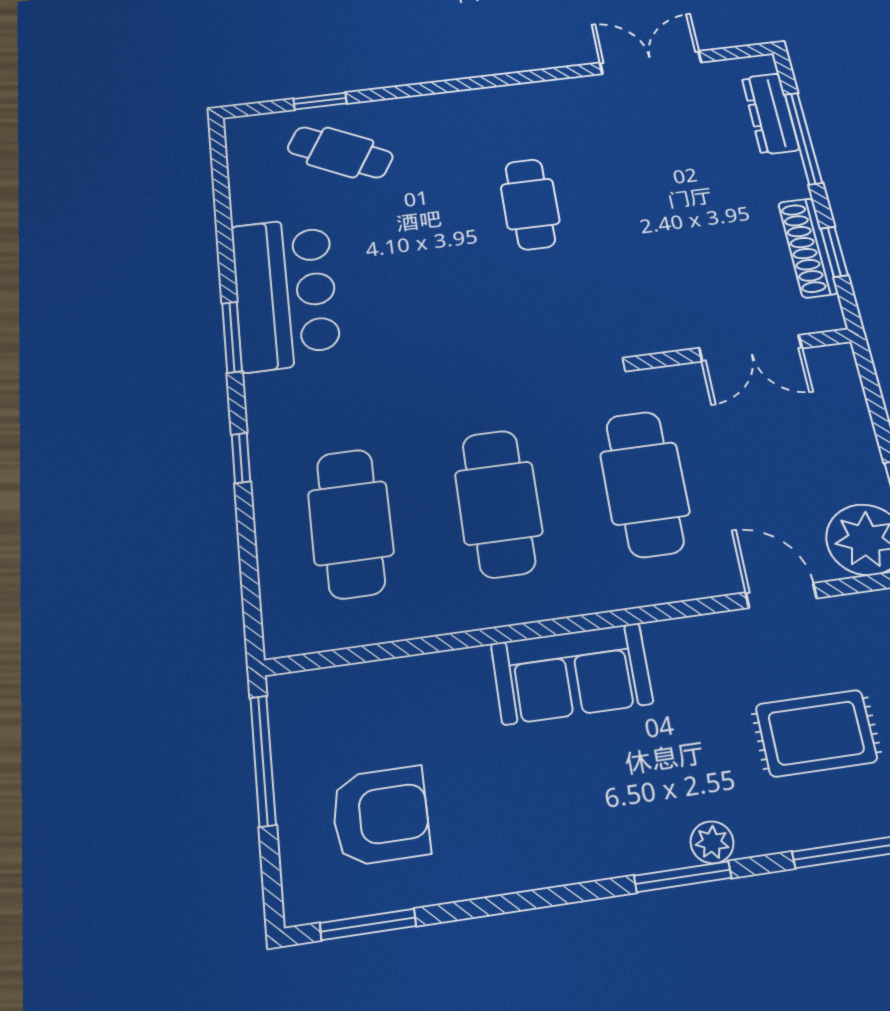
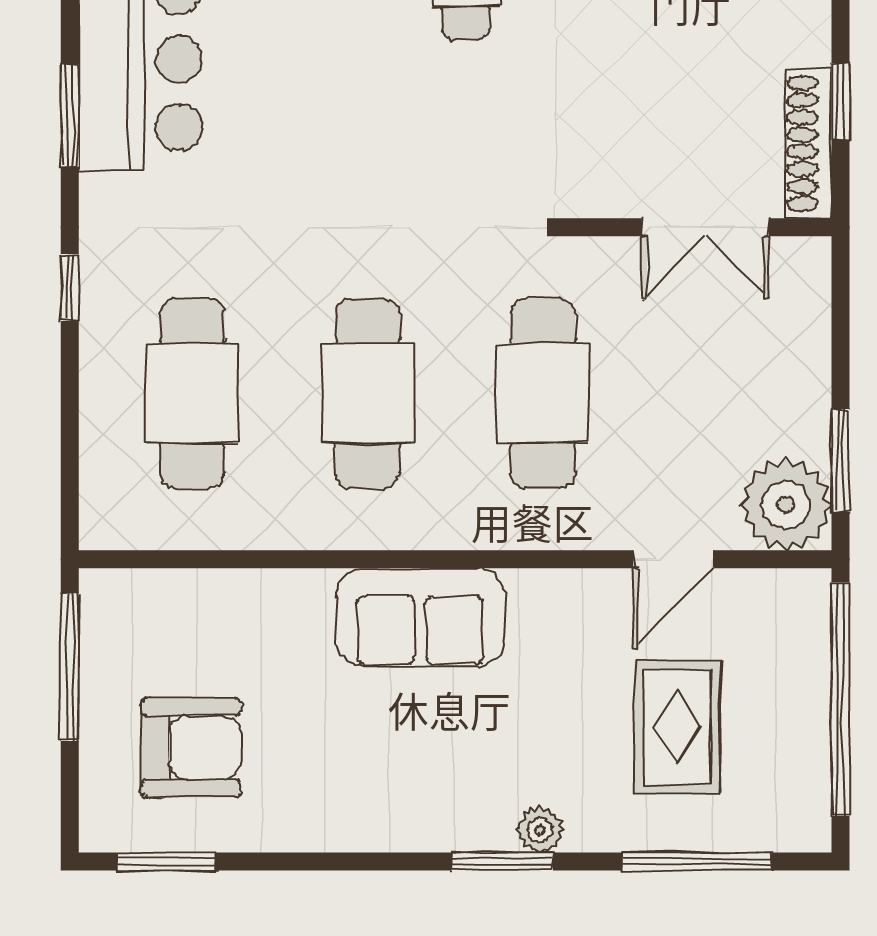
shoe rack: (808, 248) -> (808, 143), moved
door: (781, 595) -> (673, 559), swing flipped
rug: (816, 733) -> (677, 727), turned 90

